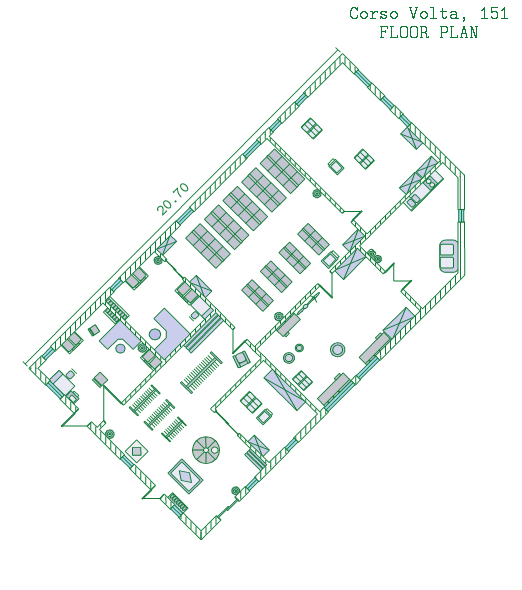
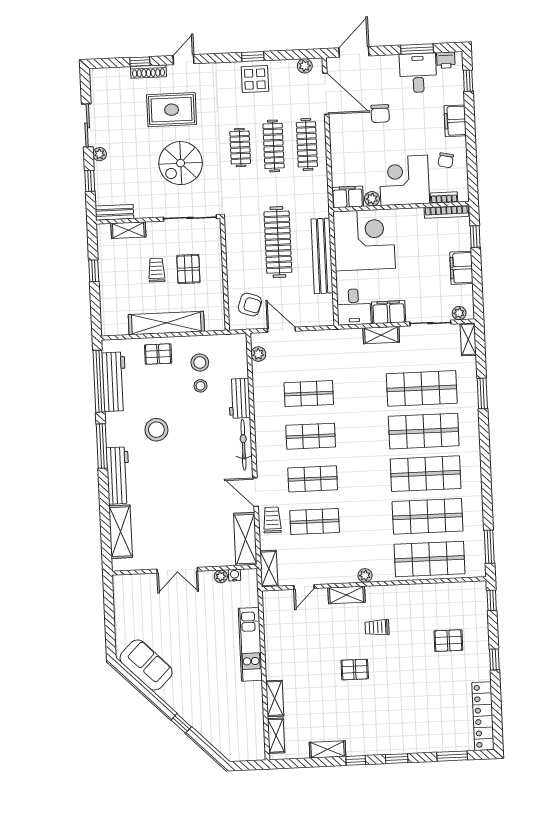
locker: (332, 81) -> (483, 716), added
kitchen unit: (423, 190) -> (250, 644), moved
shelving: (334, 194) -> (347, 595), added
plant: (279, 317) -> (258, 354), moved
bench: (204, 333) -> (322, 256), moved
printer: (73, 397) -> (446, 60), moved
pallet: (251, 402) -> (188, 269), turned 90

